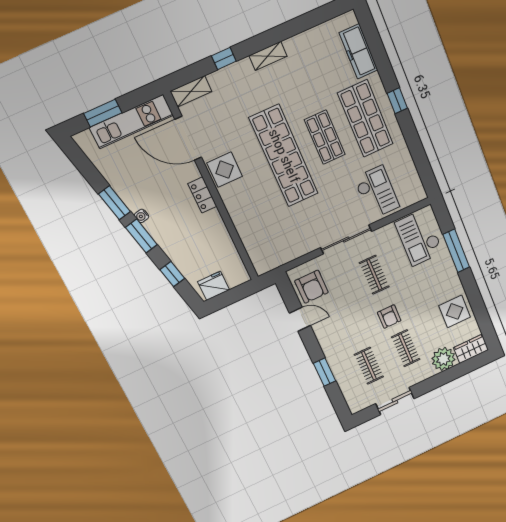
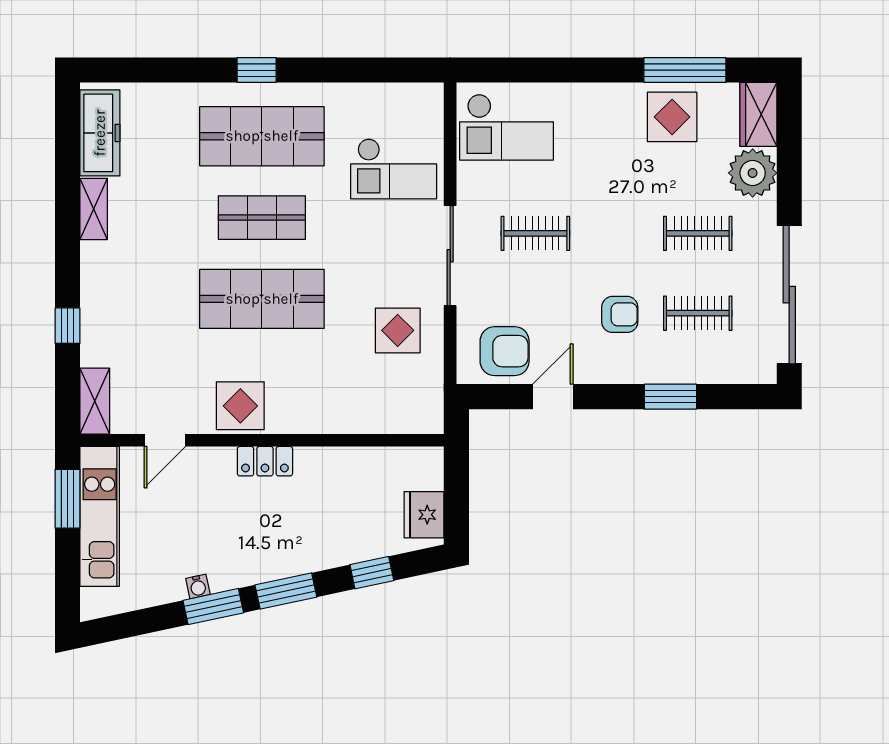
freezer: (358, 51) -> (100, 133), moved, turned -90
shelving: (268, 56) -> (94, 209), moved
window: (103, 113) -> (67, 499), moved
door: (188, 138) -> (165, 440), width x0.53
shop shelf: (284, 156) -> (262, 299), width x0.71
checkout: (377, 192) -> (394, 169), turned 180
water cooler: (142, 216) -> (198, 586), moved
display table: (298, 231) -> (398, 330), added
window: (456, 251) -> (685, 70), moved
armchair: (389, 317) -> (620, 314), moved
sliding door: (395, 401) -> (789, 295), width x1.86

